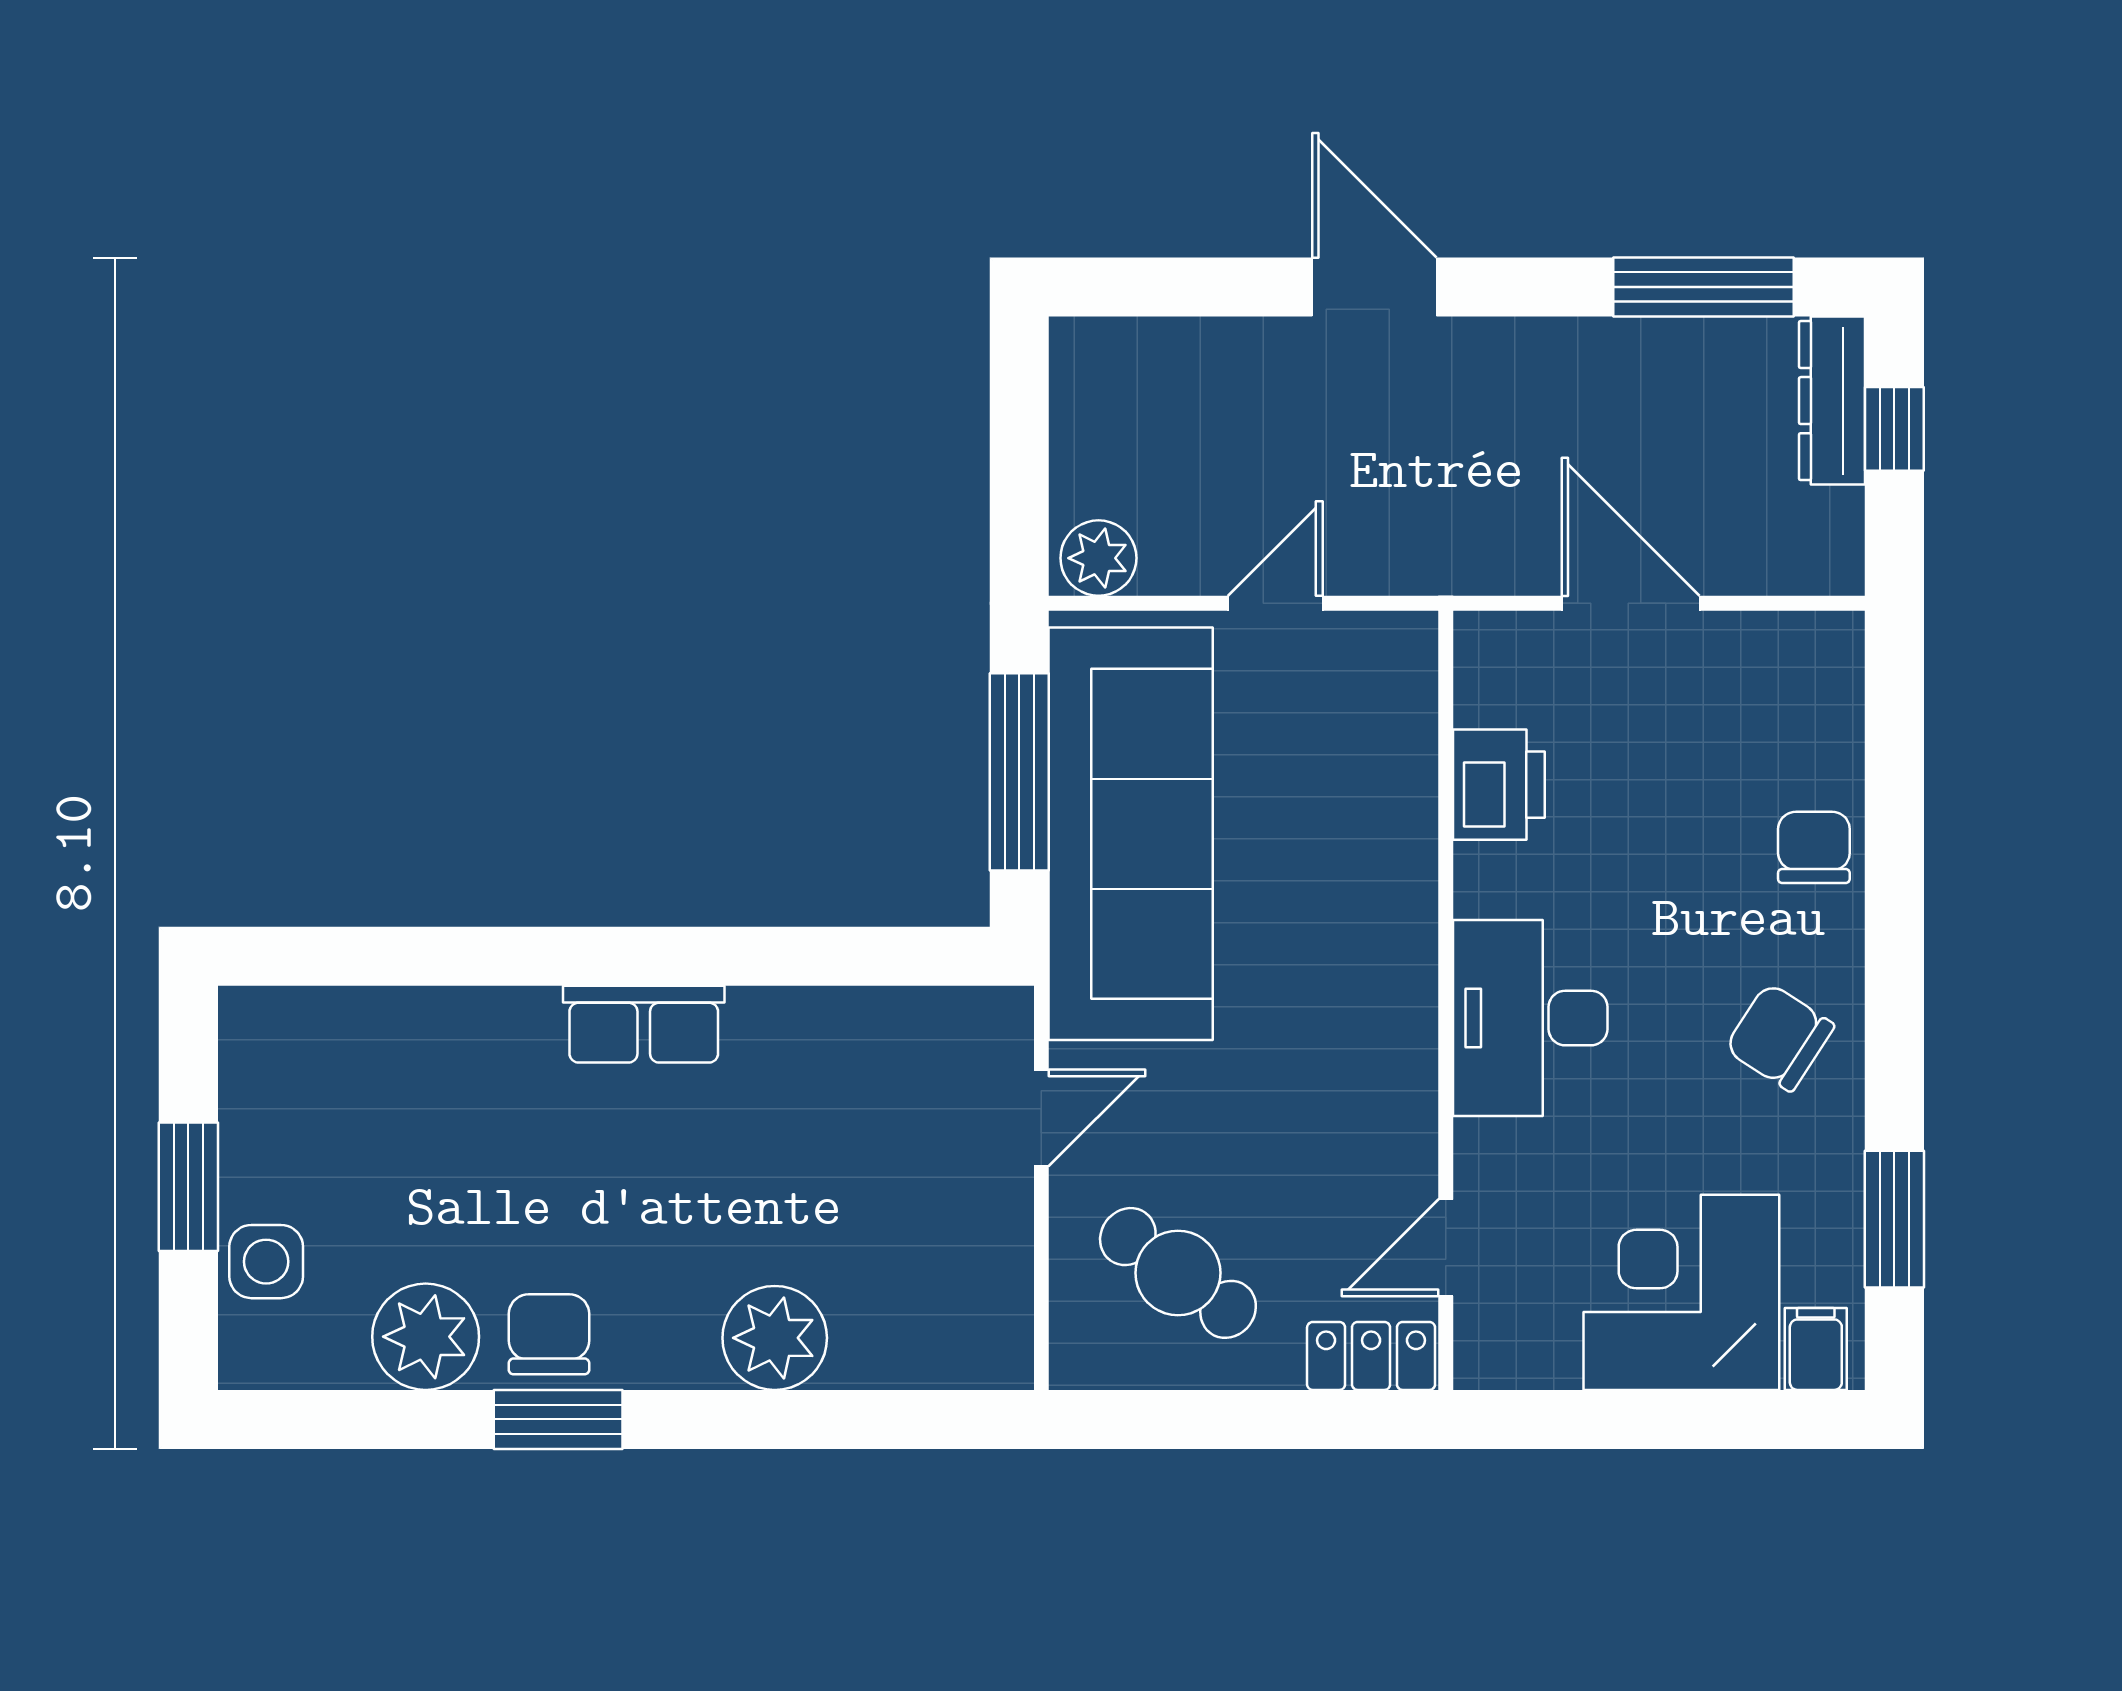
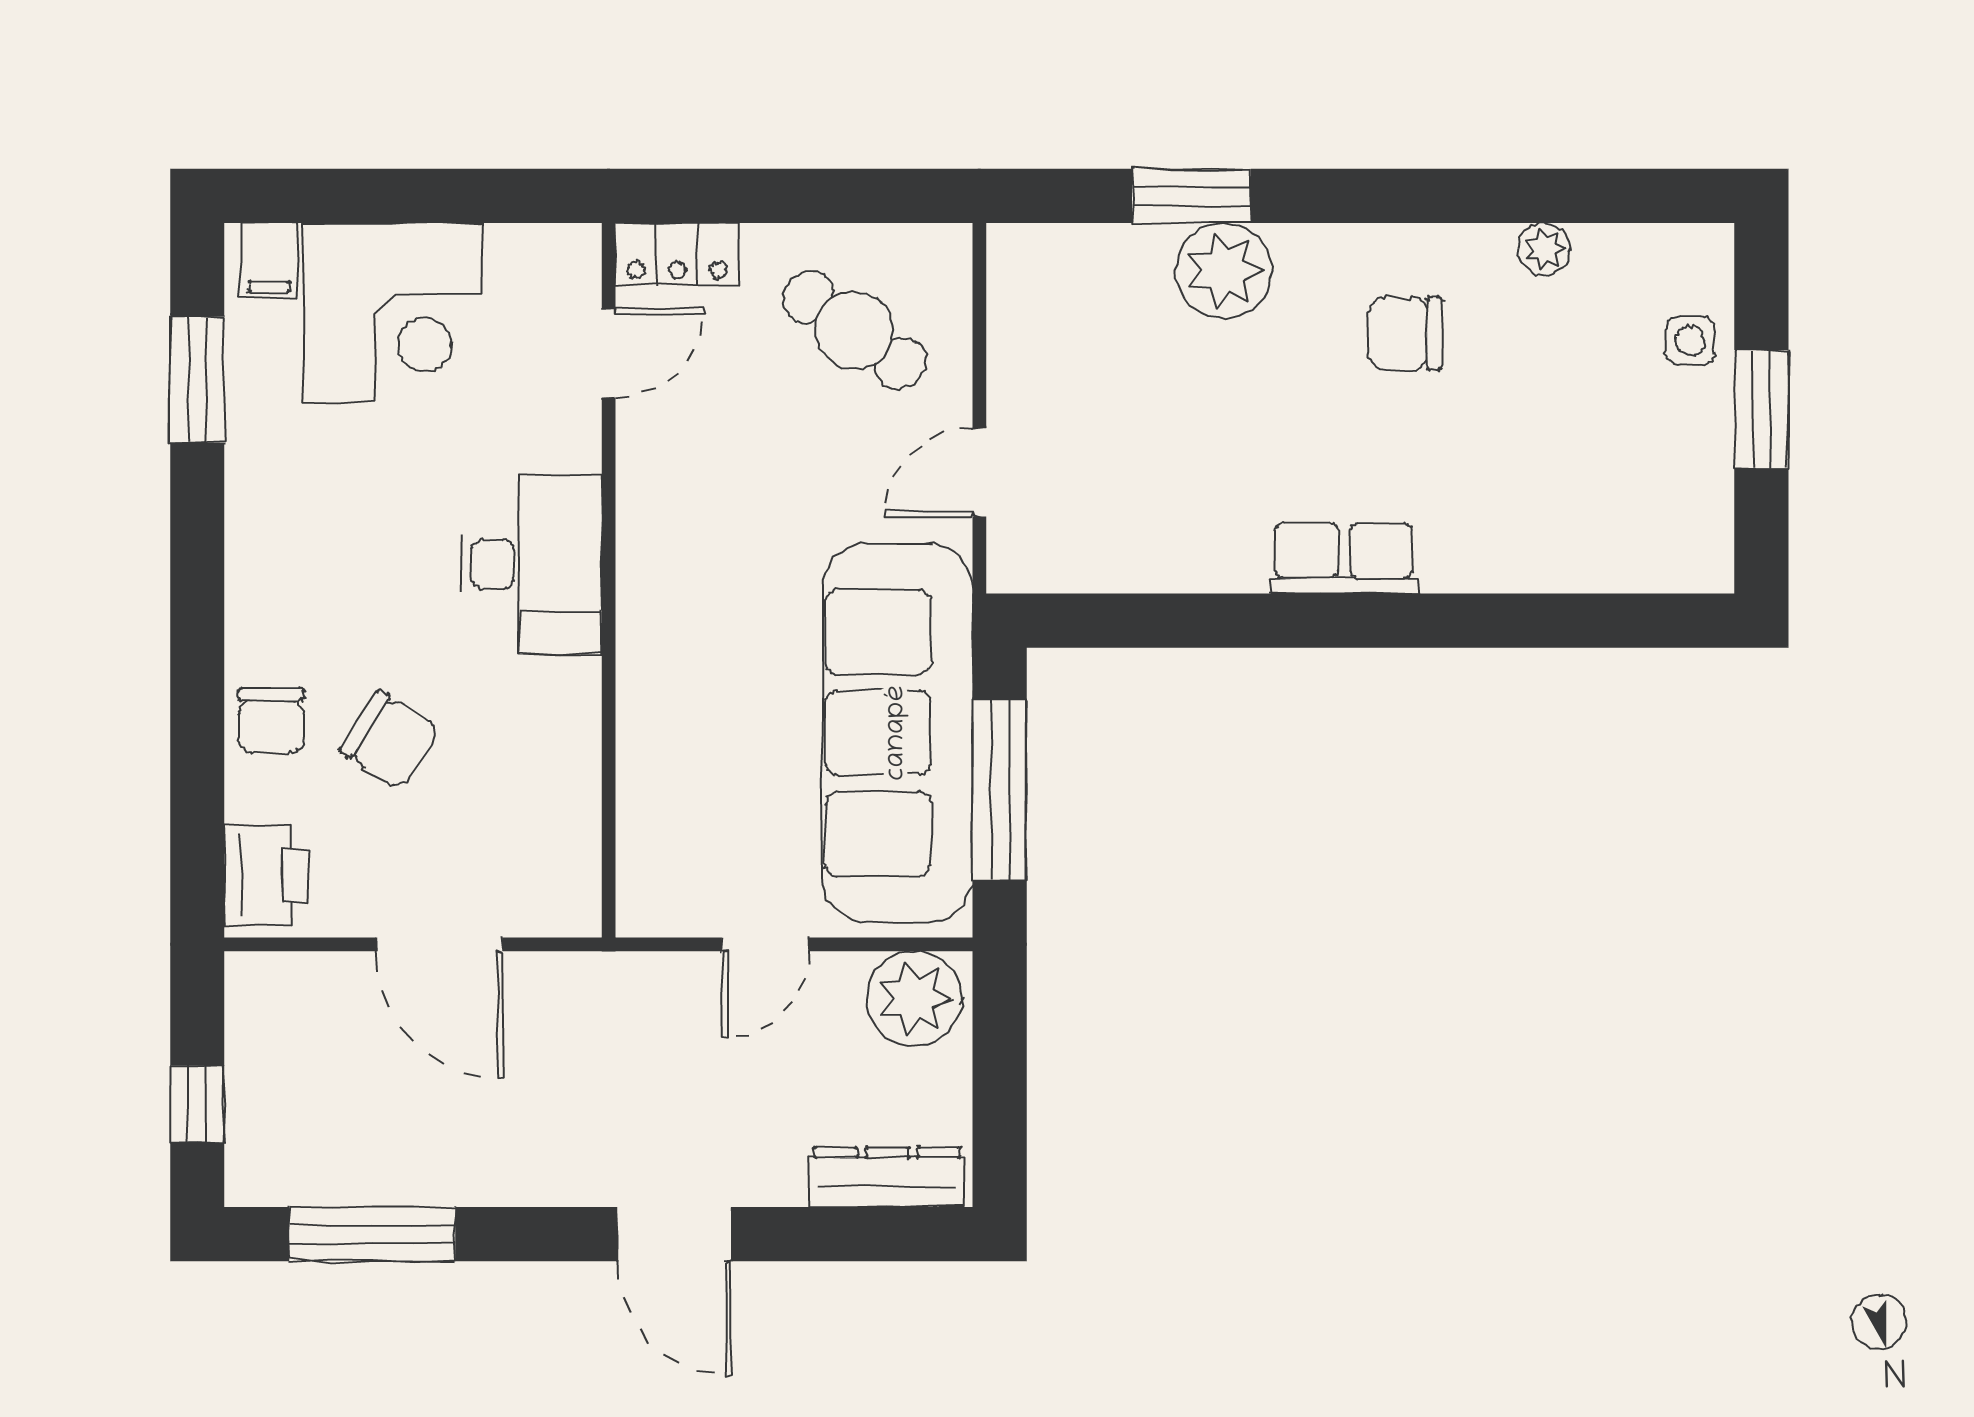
dresser: (1832, 401) -> (887, 1177), moved, turned -90
plant: (1098, 558) -> (914, 998), width x1.36, depth x1.36
printer: (1499, 785) -> (266, 875), moved, turned 180
chair: (1780, 1037) -> (389, 740), moved
side table: (266, 1262) -> (1690, 341), width x0.73, depth x0.73
chair: (549, 1334) -> (1405, 333), moved, turned 90
plant: (426, 1337) -> (1544, 249), width x0.53, depth x0.53
window: (558, 1419) -> (1191, 196), moved

